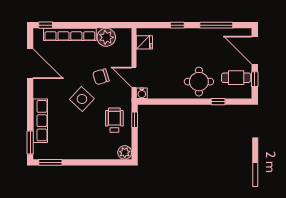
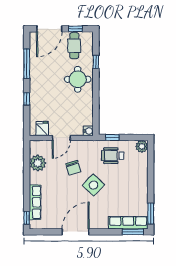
row of seats: (70, 34) -> (35, 202), width x0.73
door: (30, 64) -> (76, 232), moved
door: (134, 77) -> (61, 138), moved
row of seats: (40, 121) -> (128, 223), moved

